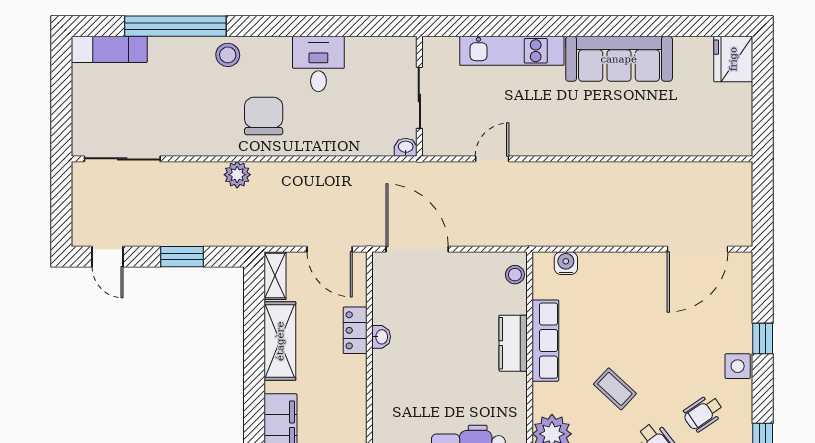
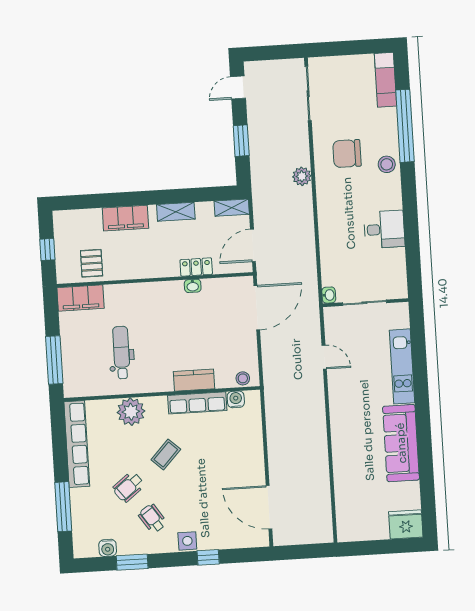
chair: (264, 116) -> (347, 154), moved, turned 180
water cooler: (566, 263) -> (236, 399), moved, turned -90
shelving: (280, 341) -> (176, 212), width x0.67, depth x0.75

